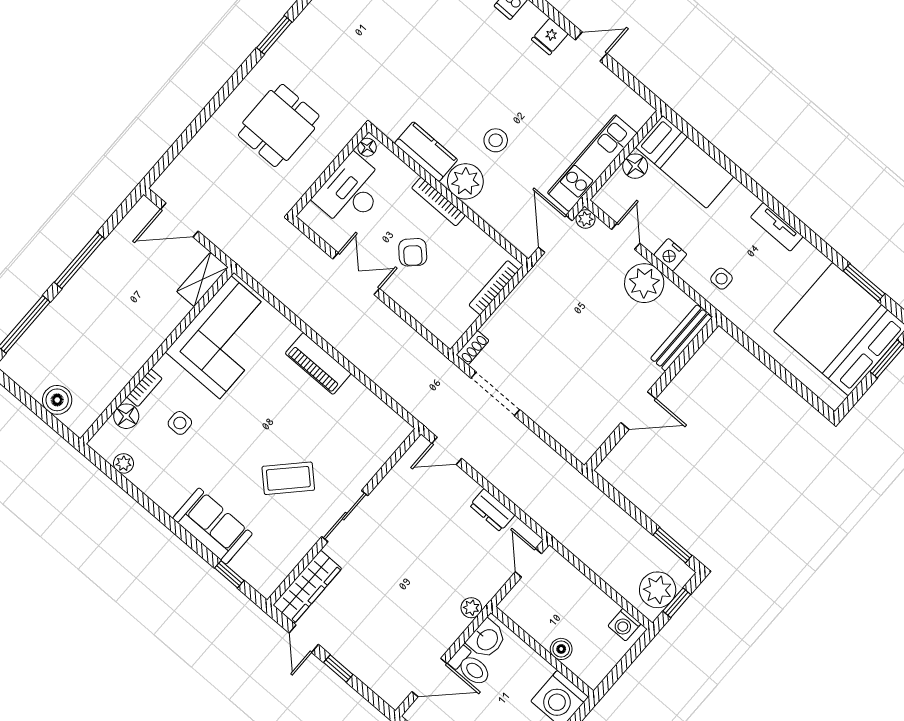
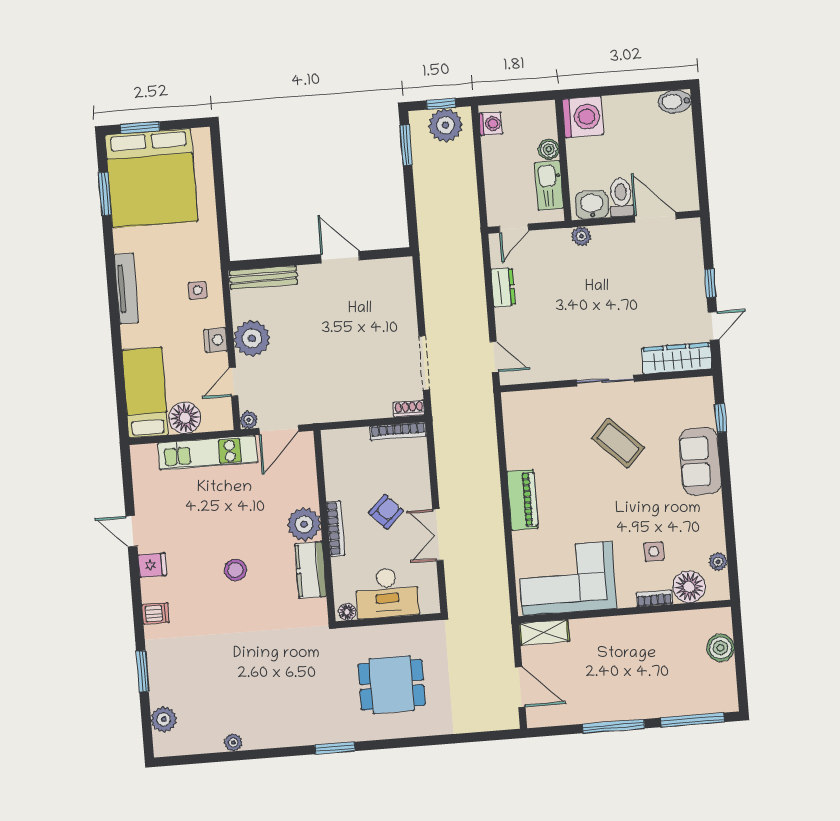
stool: (496, 140) -> (235, 570), moved
floor lamp: (635, 166) -> (185, 418), width x1.38, depth x1.38
tv unit: (777, 227) -> (126, 288), width x1.41
bookcase: (494, 288) -> (398, 431), moved
floor lamp: (126, 416) -> (689, 587), width x1.38, depth x1.38
kitchen sink: (534, 622) -> (549, 185), added

